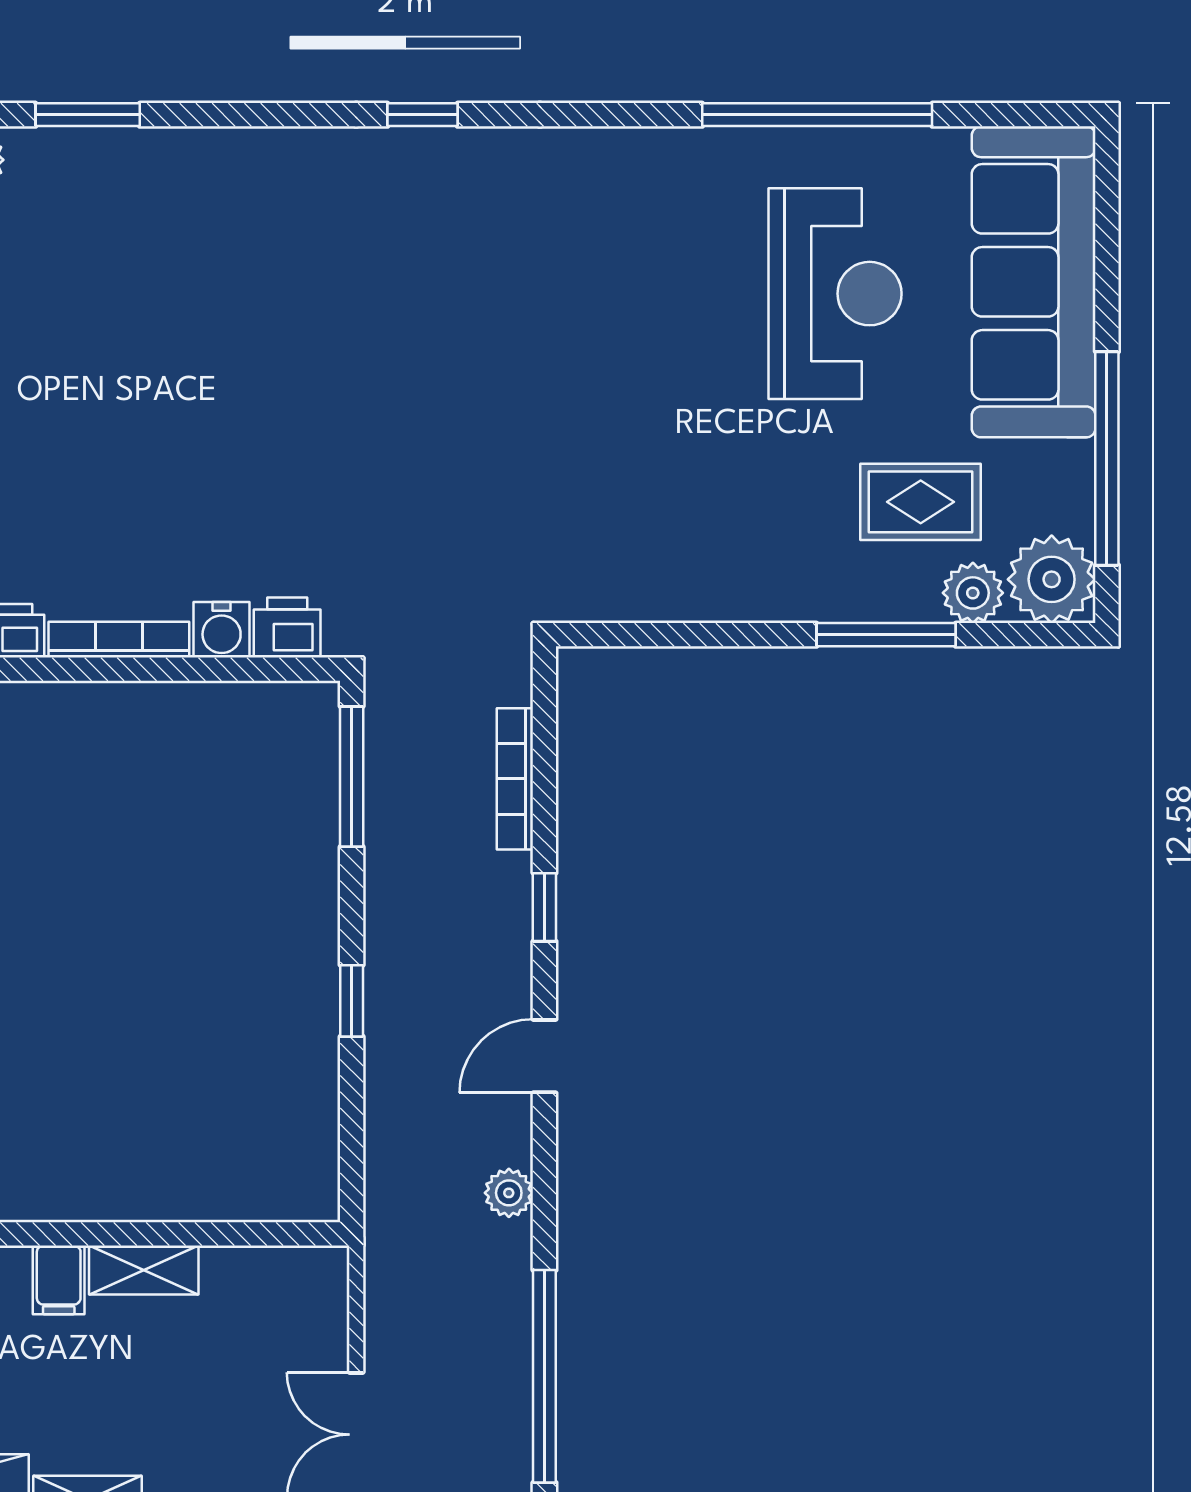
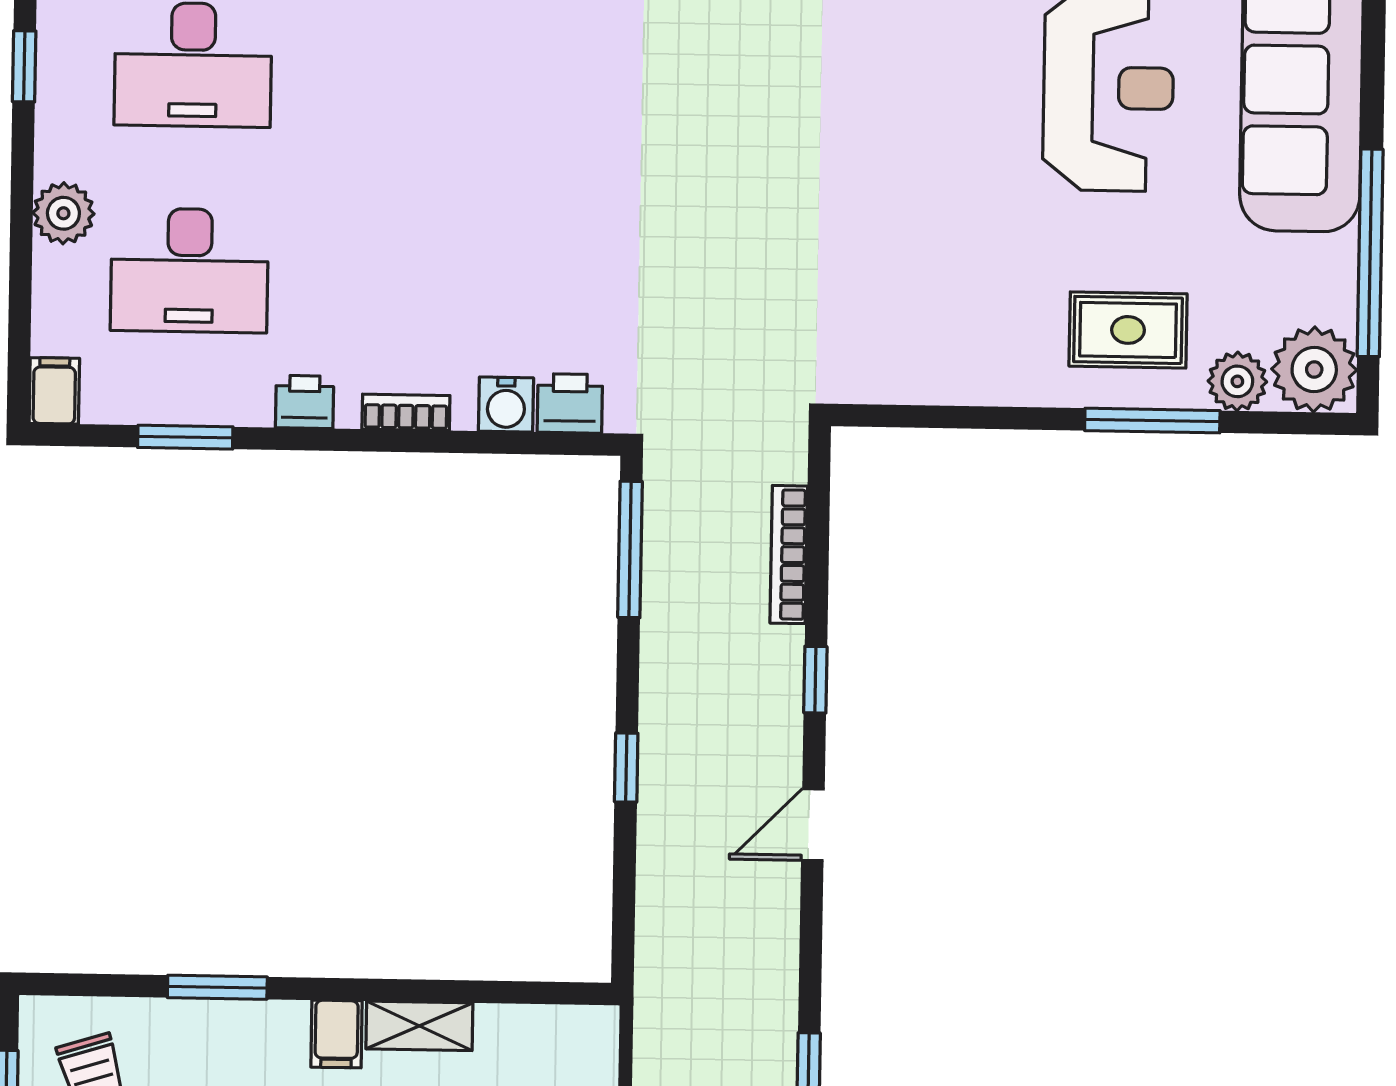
rug: (921, 502) -> (1128, 330), moved
bookcase: (119, 640) -> (406, 412), width x0.64
plant: (509, 1193) -> (776, 957), removed

